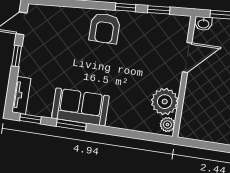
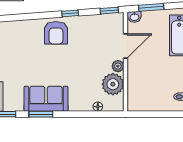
window: (159, 10) -> (109, 11), moved
plant: (167, 125) -> (118, 66), moved
floor lamp: (142, 126) -> (98, 107), added

